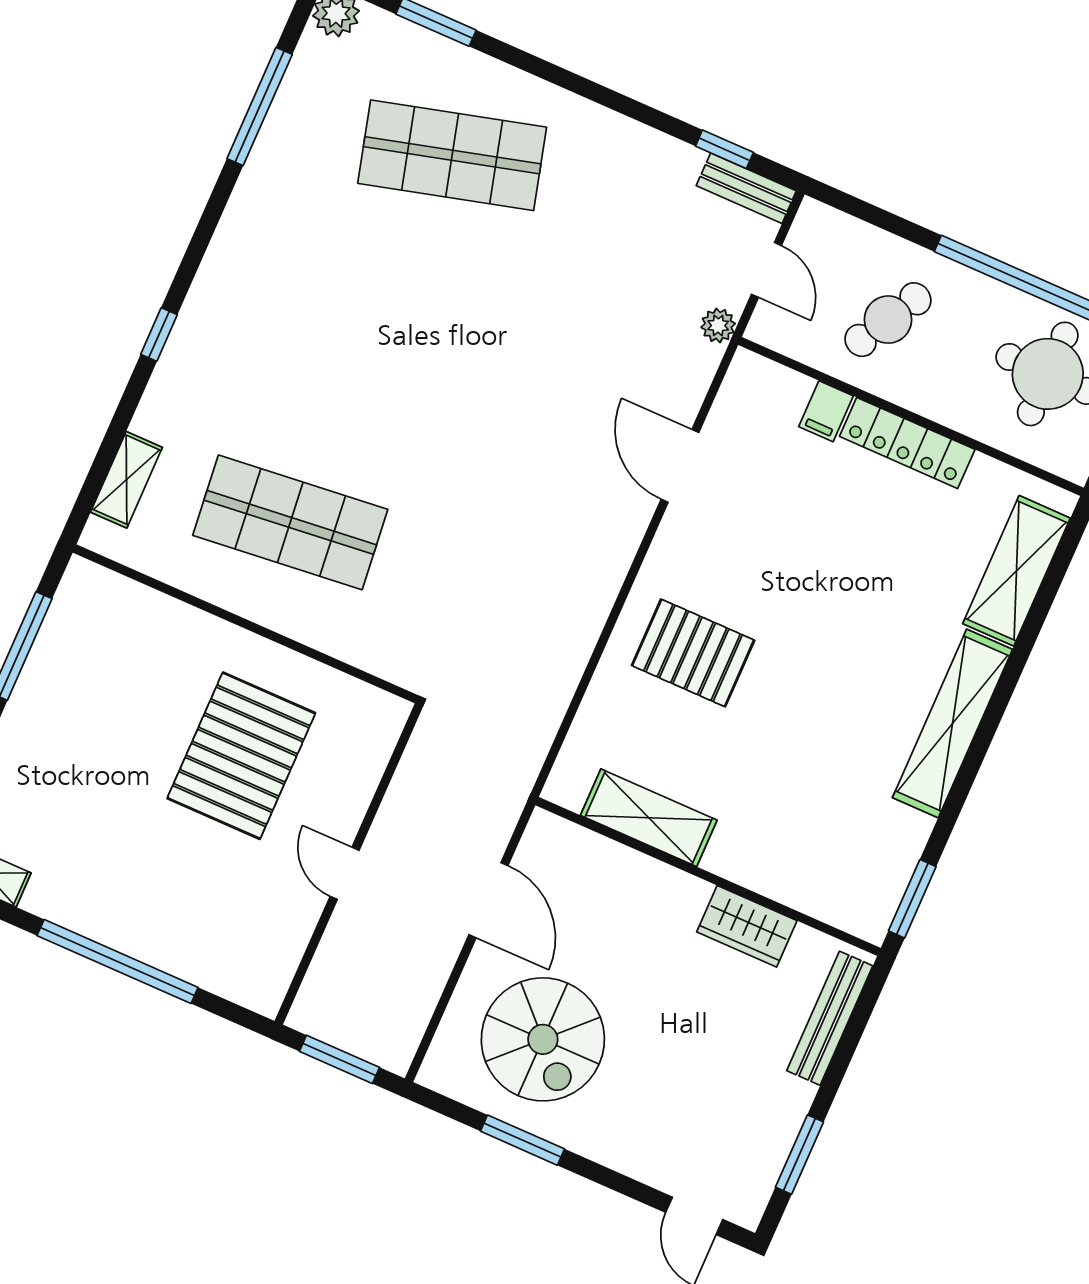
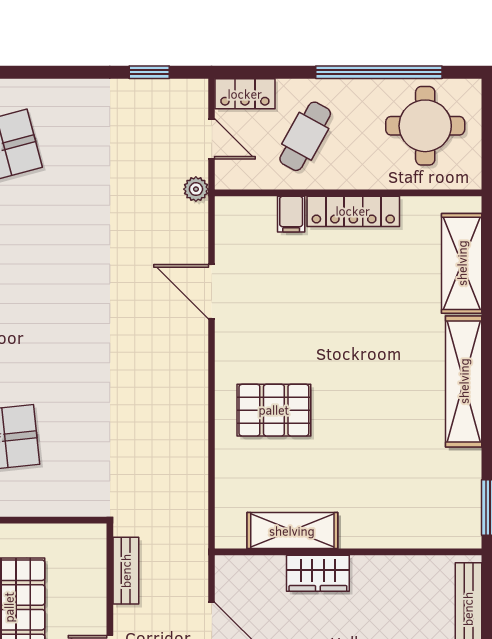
bench: (746, 188) -> (126, 571), moved, turned 90
locker: (835, 231) -> (245, 94), added
wardrobe: (747, 926) -> (318, 573), moved

